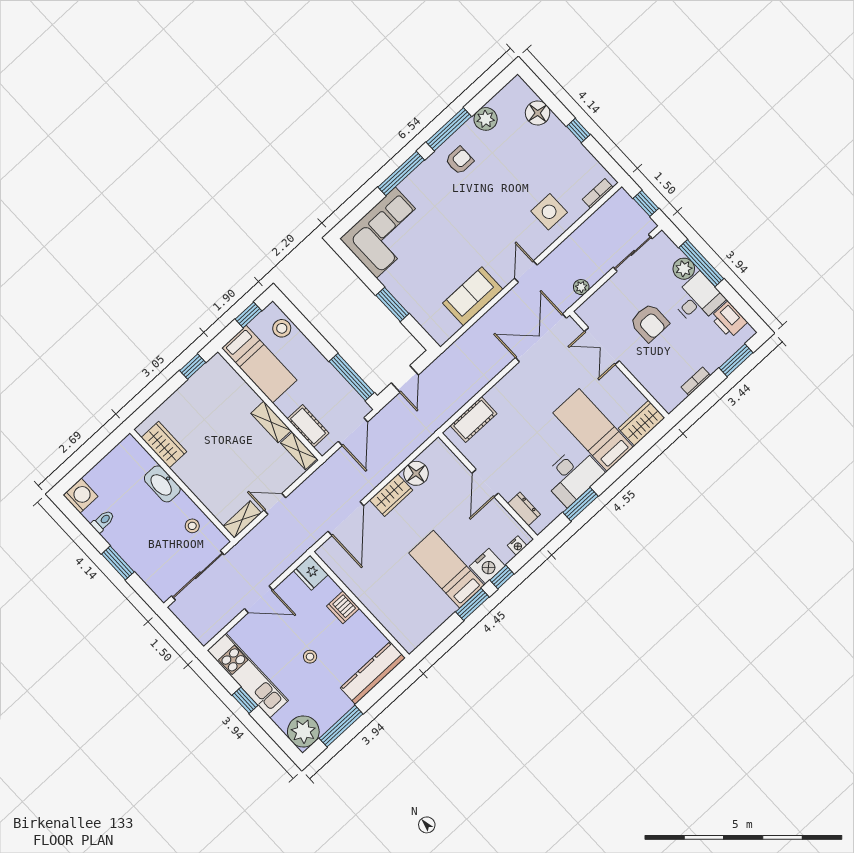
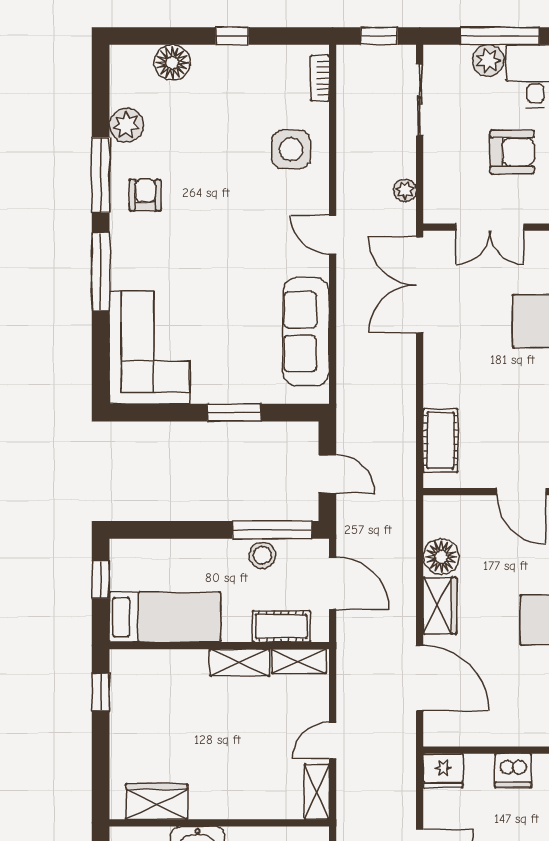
sofa: (473, 296) -> (306, 332), width x1.36
stool: (282, 328) -> (262, 555), moved

